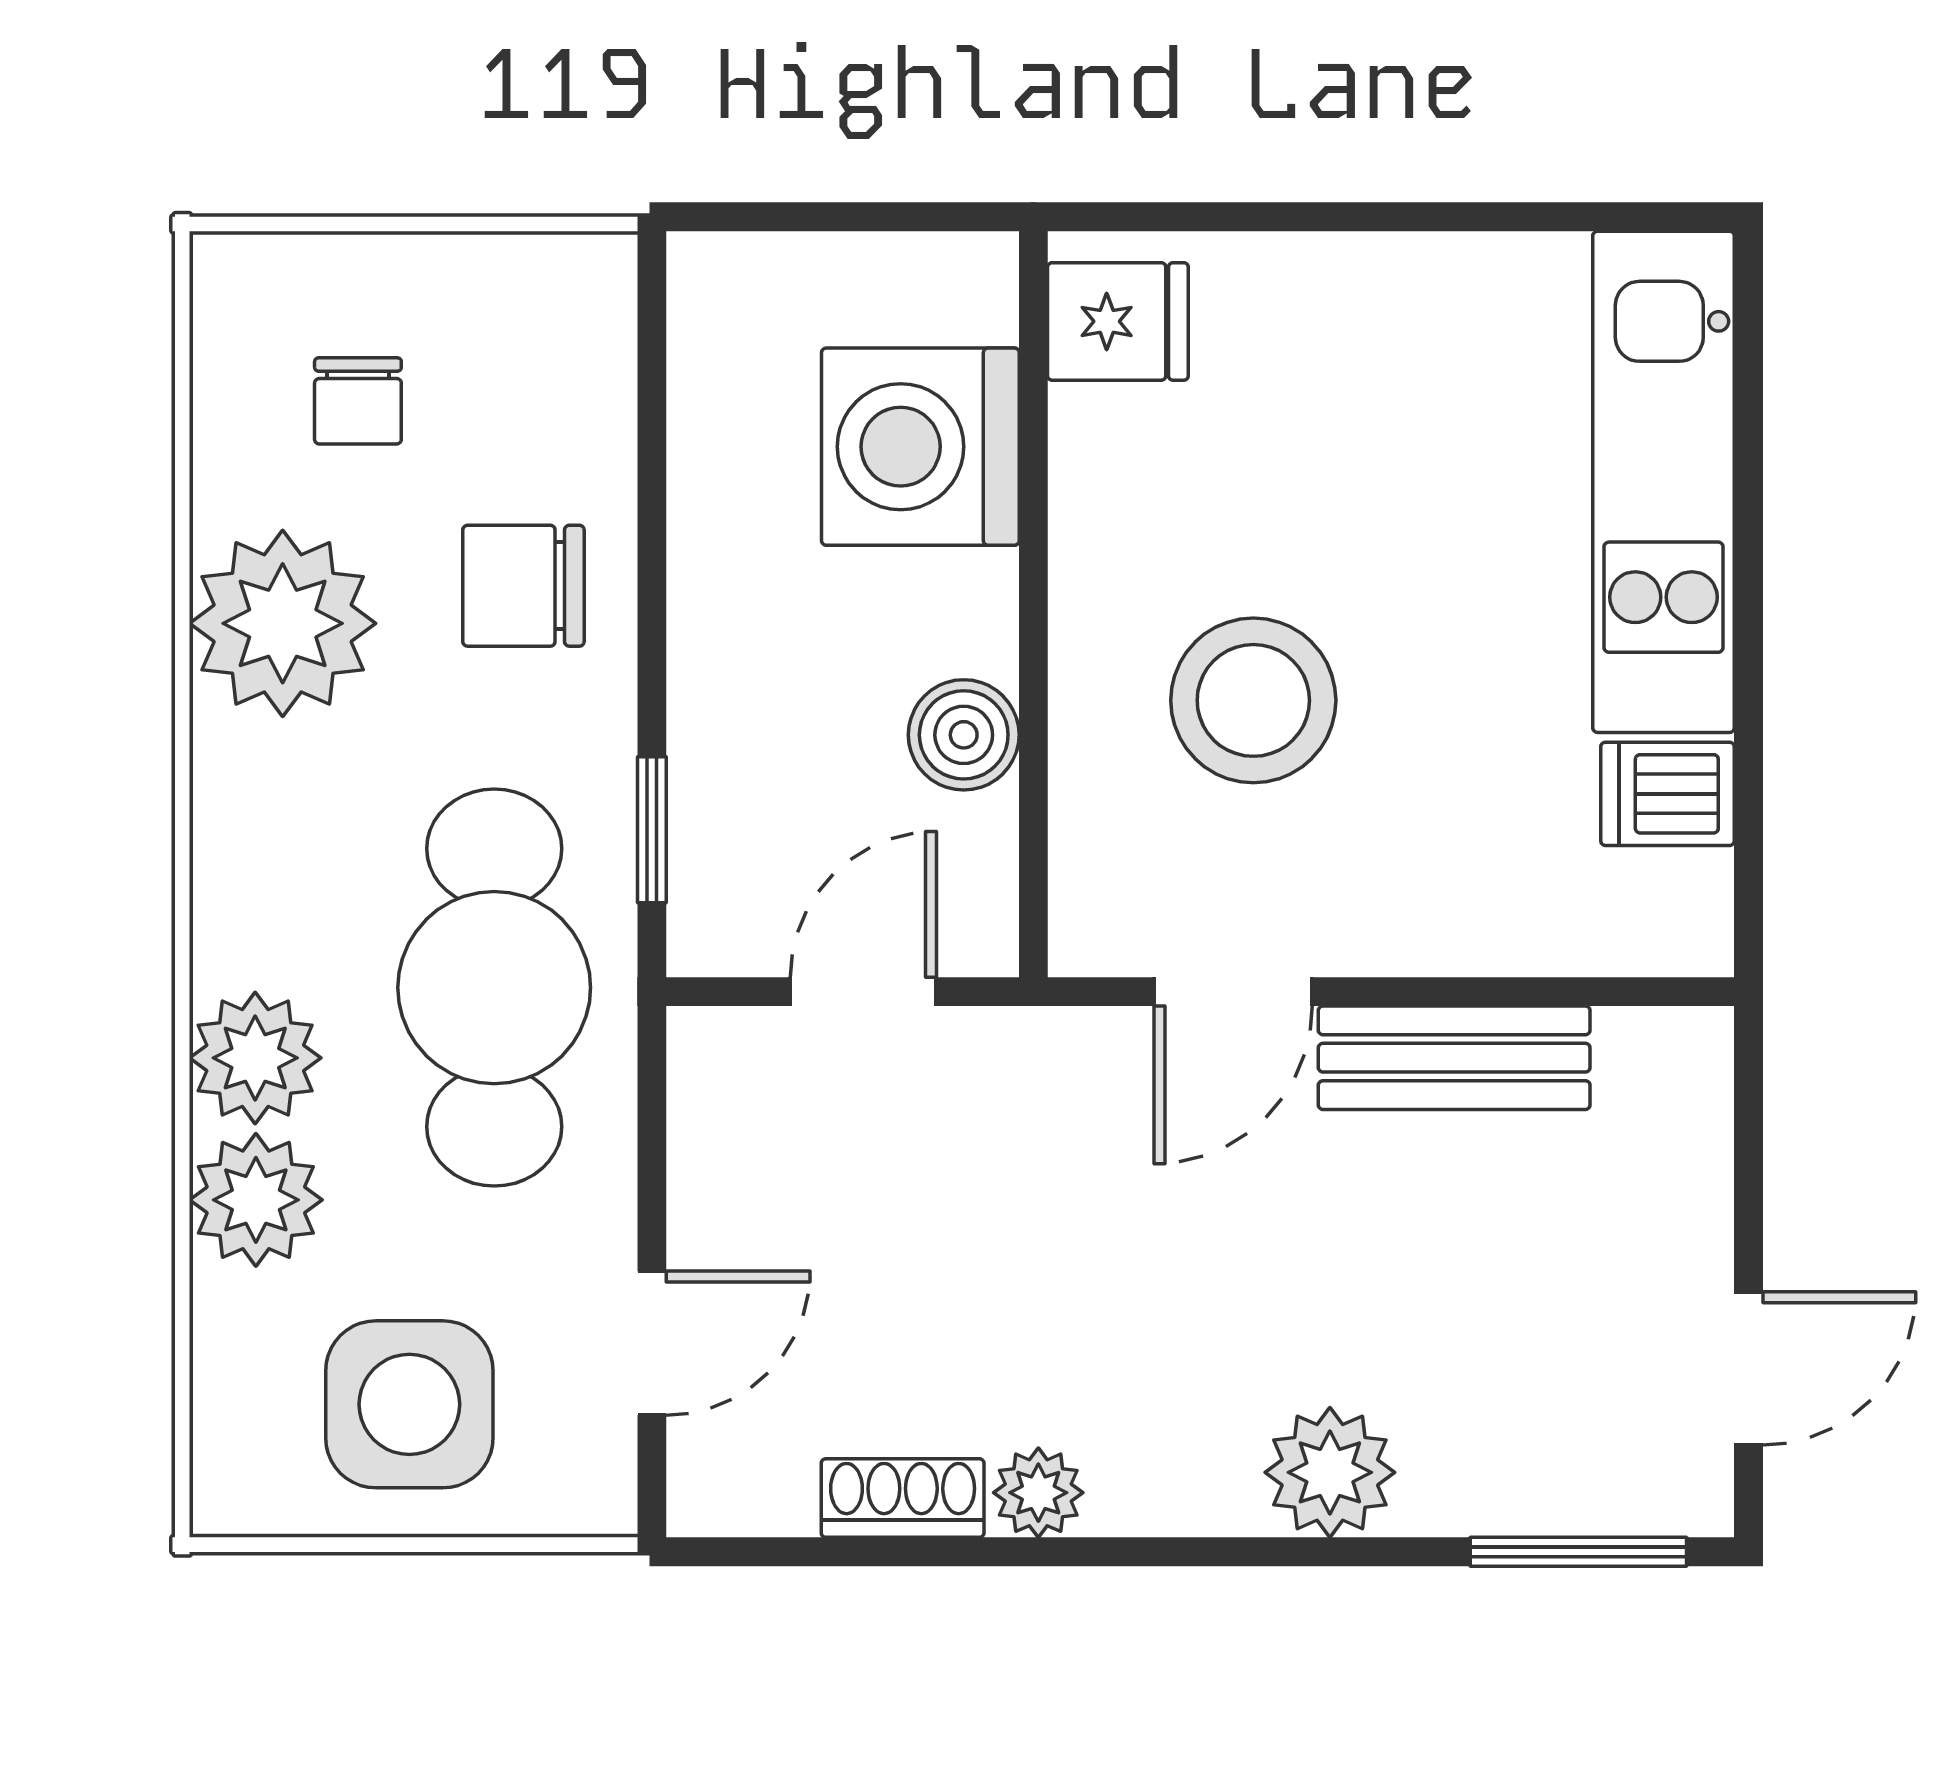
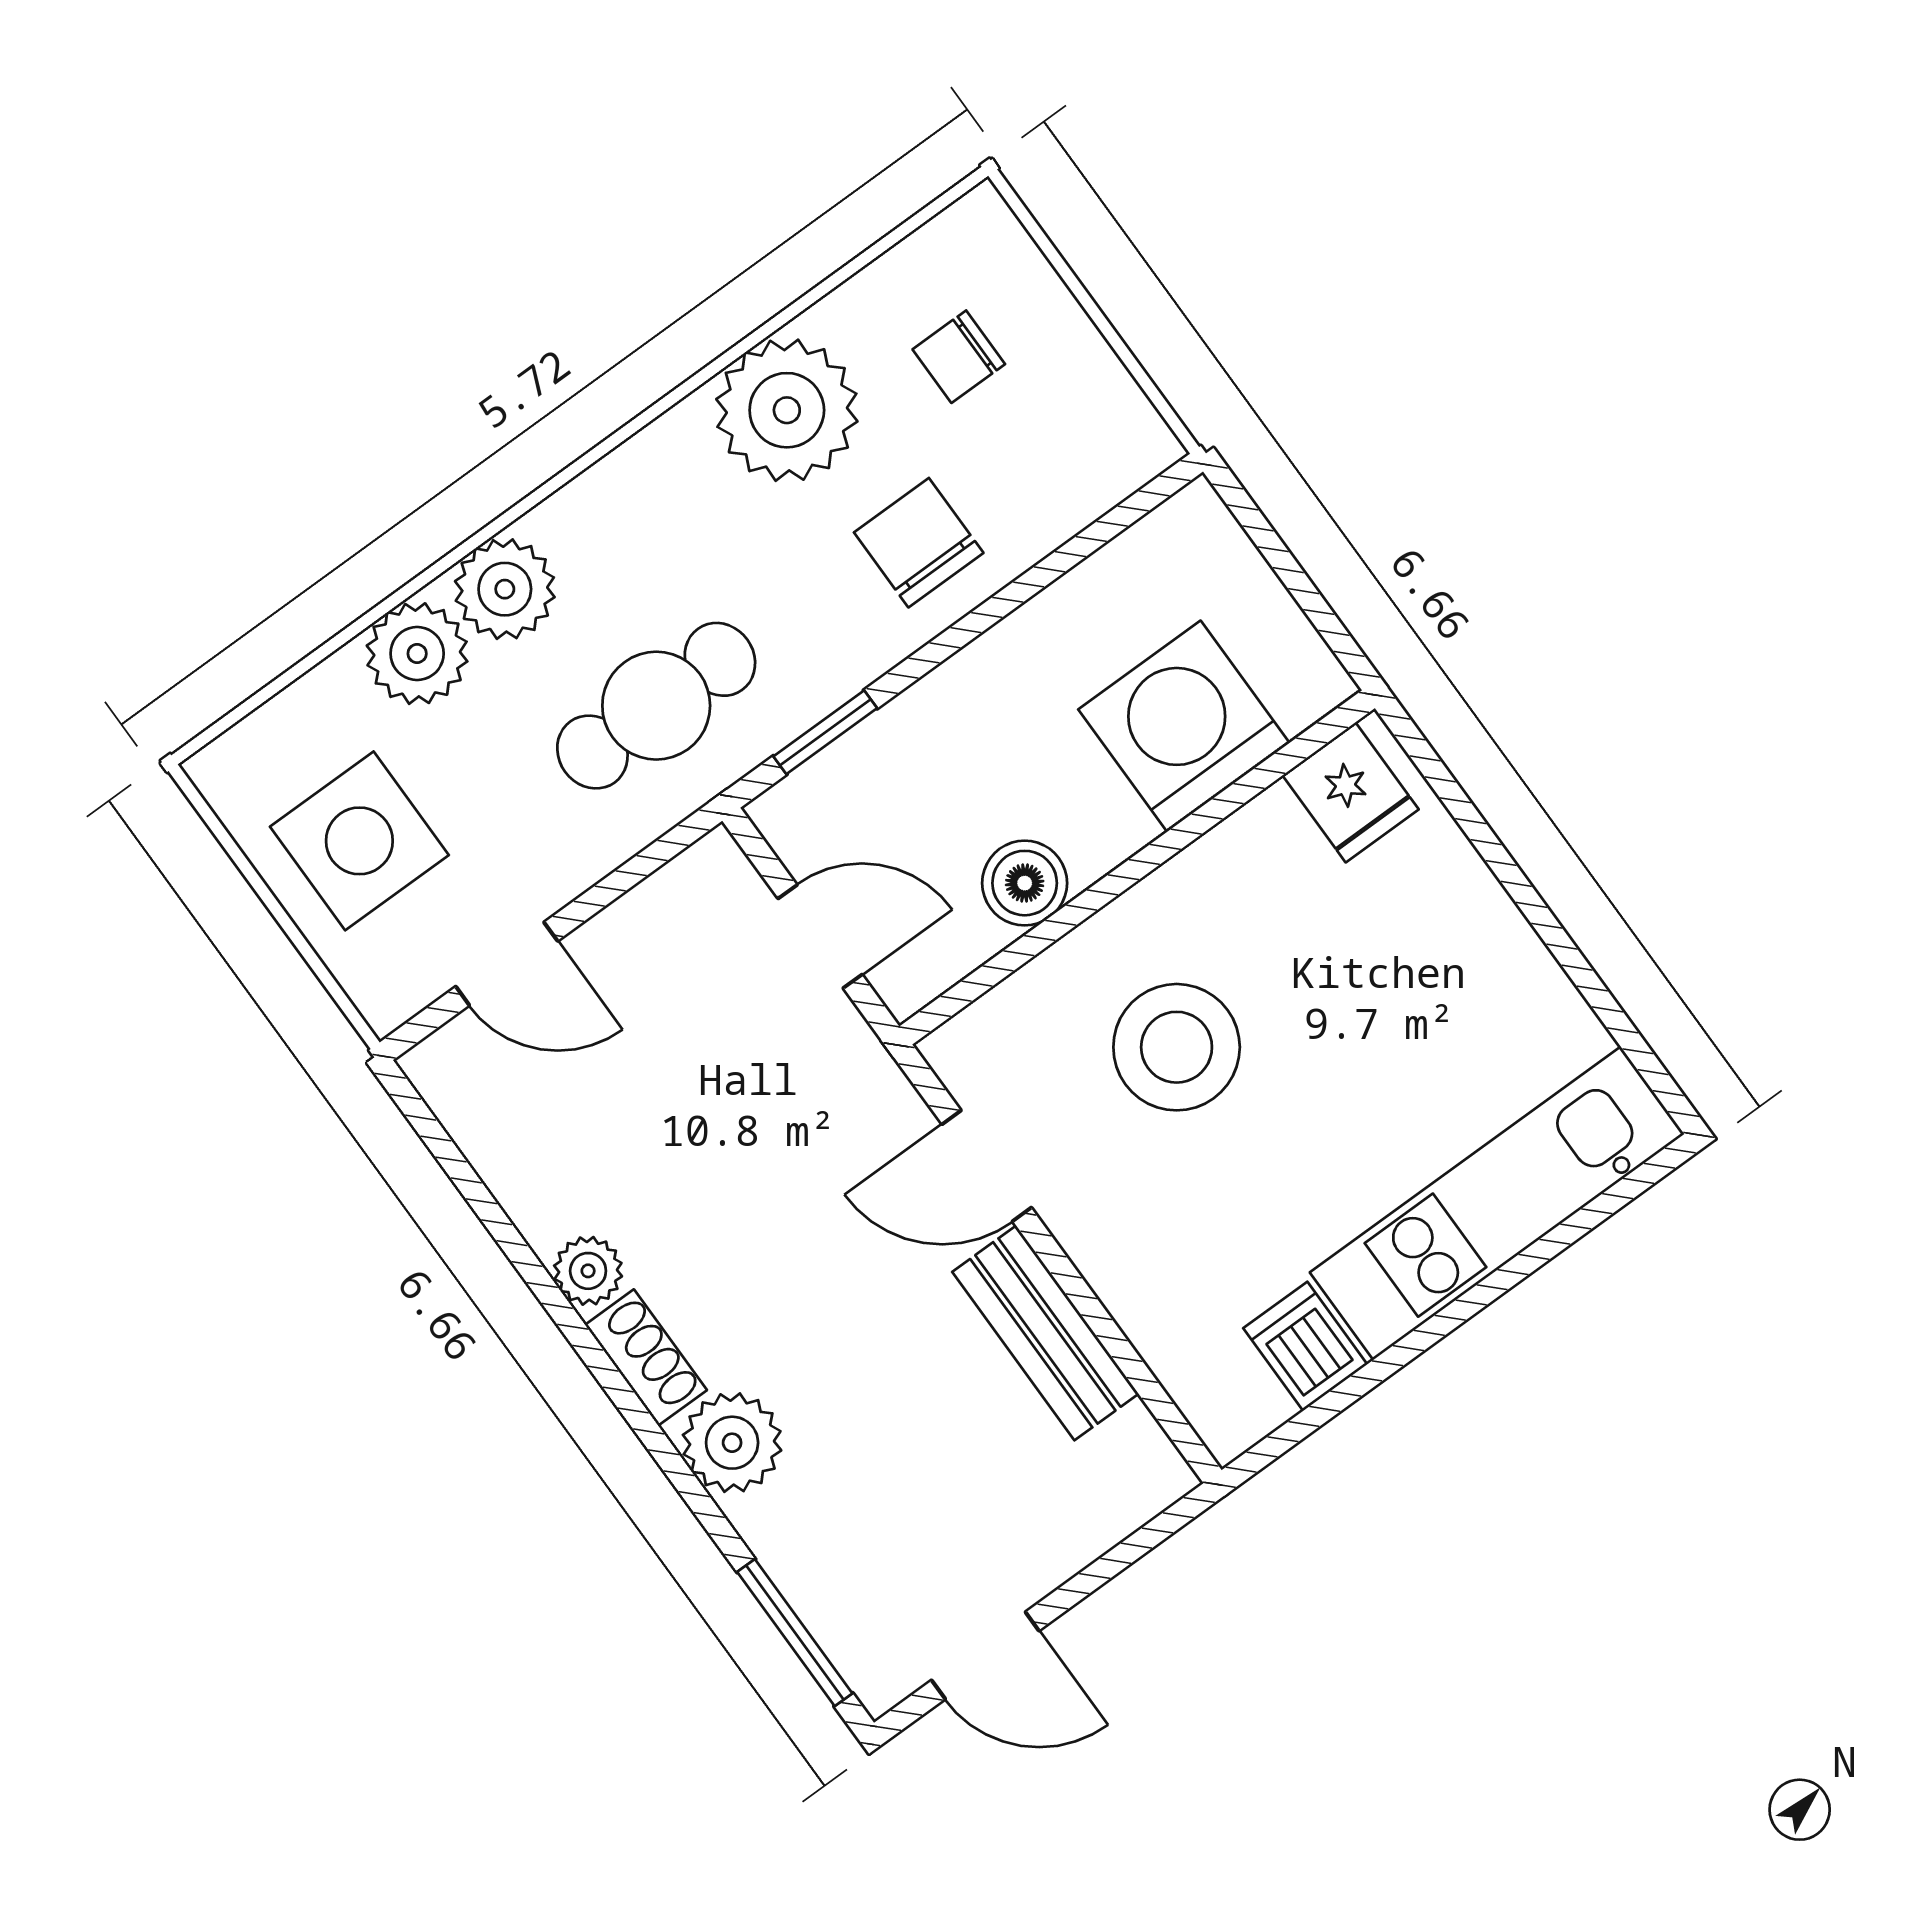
cafe table: (494, 988) -> (656, 706), width x0.73, depth x0.74
shoe rack: (903, 1498) -> (646, 1357), moved

